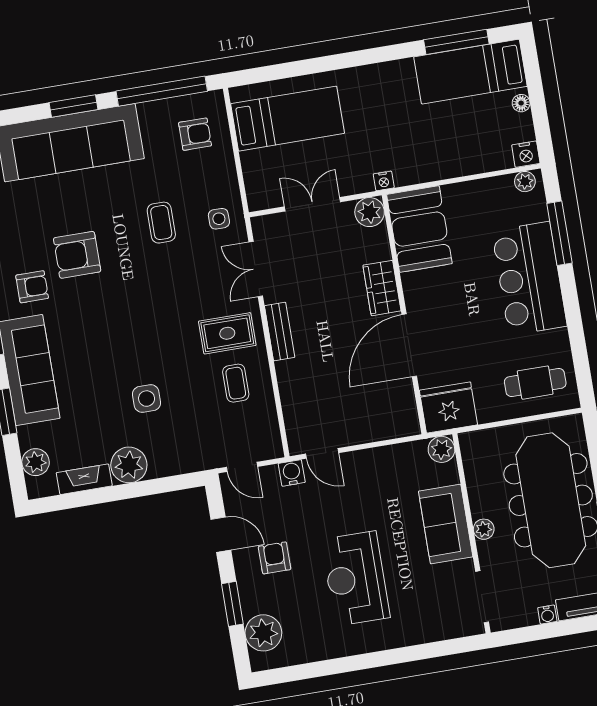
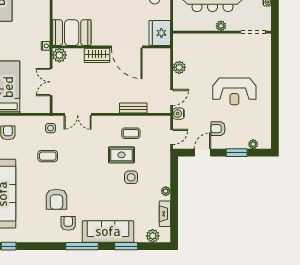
bench: (280, 331) -> (133, 108), moved
rug: (227, 333) -> (121, 155), moved, turned 90
plant: (441, 449) -> (179, 67), moved
plant: (129, 465) -> (166, 191), width x0.53, depth x0.53
sofa: (446, 524) -> (215, 44), removed
plant: (263, 633) -> (253, 144), width x0.53, depth x0.53

